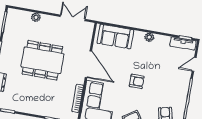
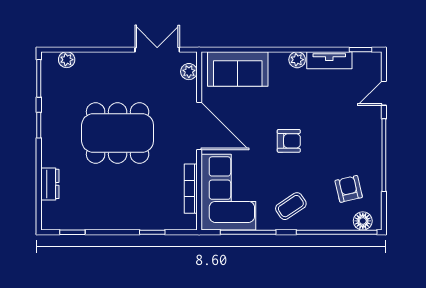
plant: (36, 17) -> (67, 60), moved
plant: (88, 33) -> (189, 72), added
tv unit: (183, 43) -> (329, 60), moved

